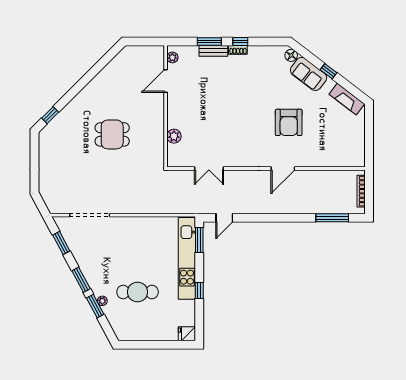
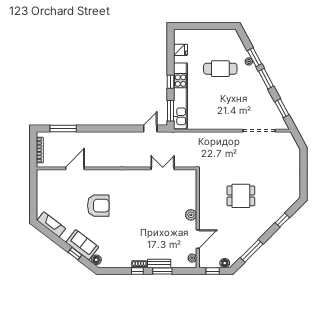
window: (147, 41) -> (213, 271), added
floor lamp: (132, 51) -> (225, 263), added
window: (99, 66) -> (252, 251), added
window: (328, 71) -> (75, 254), moved
window: (50, 115) -> (282, 220), moved
armchair: (289, 122) -> (98, 206), turned 90
plant: (174, 136) -> (191, 215), moved
door: (283, 169) -> (75, 168), moved
window: (199, 291) -> (170, 82), moved
fridge: (187, 334) -> (180, 50), moved

